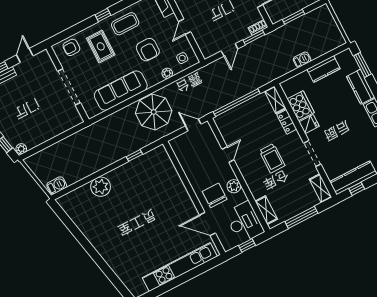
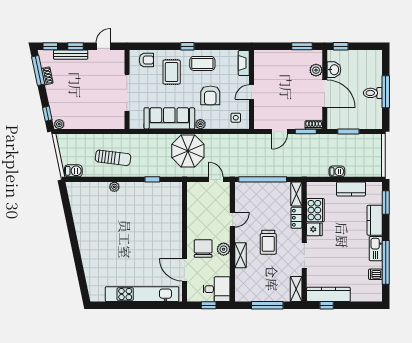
armchair: (71, 47) -> (146, 60), turned 180
plant: (167, 73) -> (200, 124), moved
sun lounger: (87, 154) -> (113, 158), added
plant: (101, 187) -> (114, 187), width x0.53, depth x0.53
shelving: (266, 210) -> (240, 255), moved
desk: (244, 222) -> (217, 289), width x0.73

